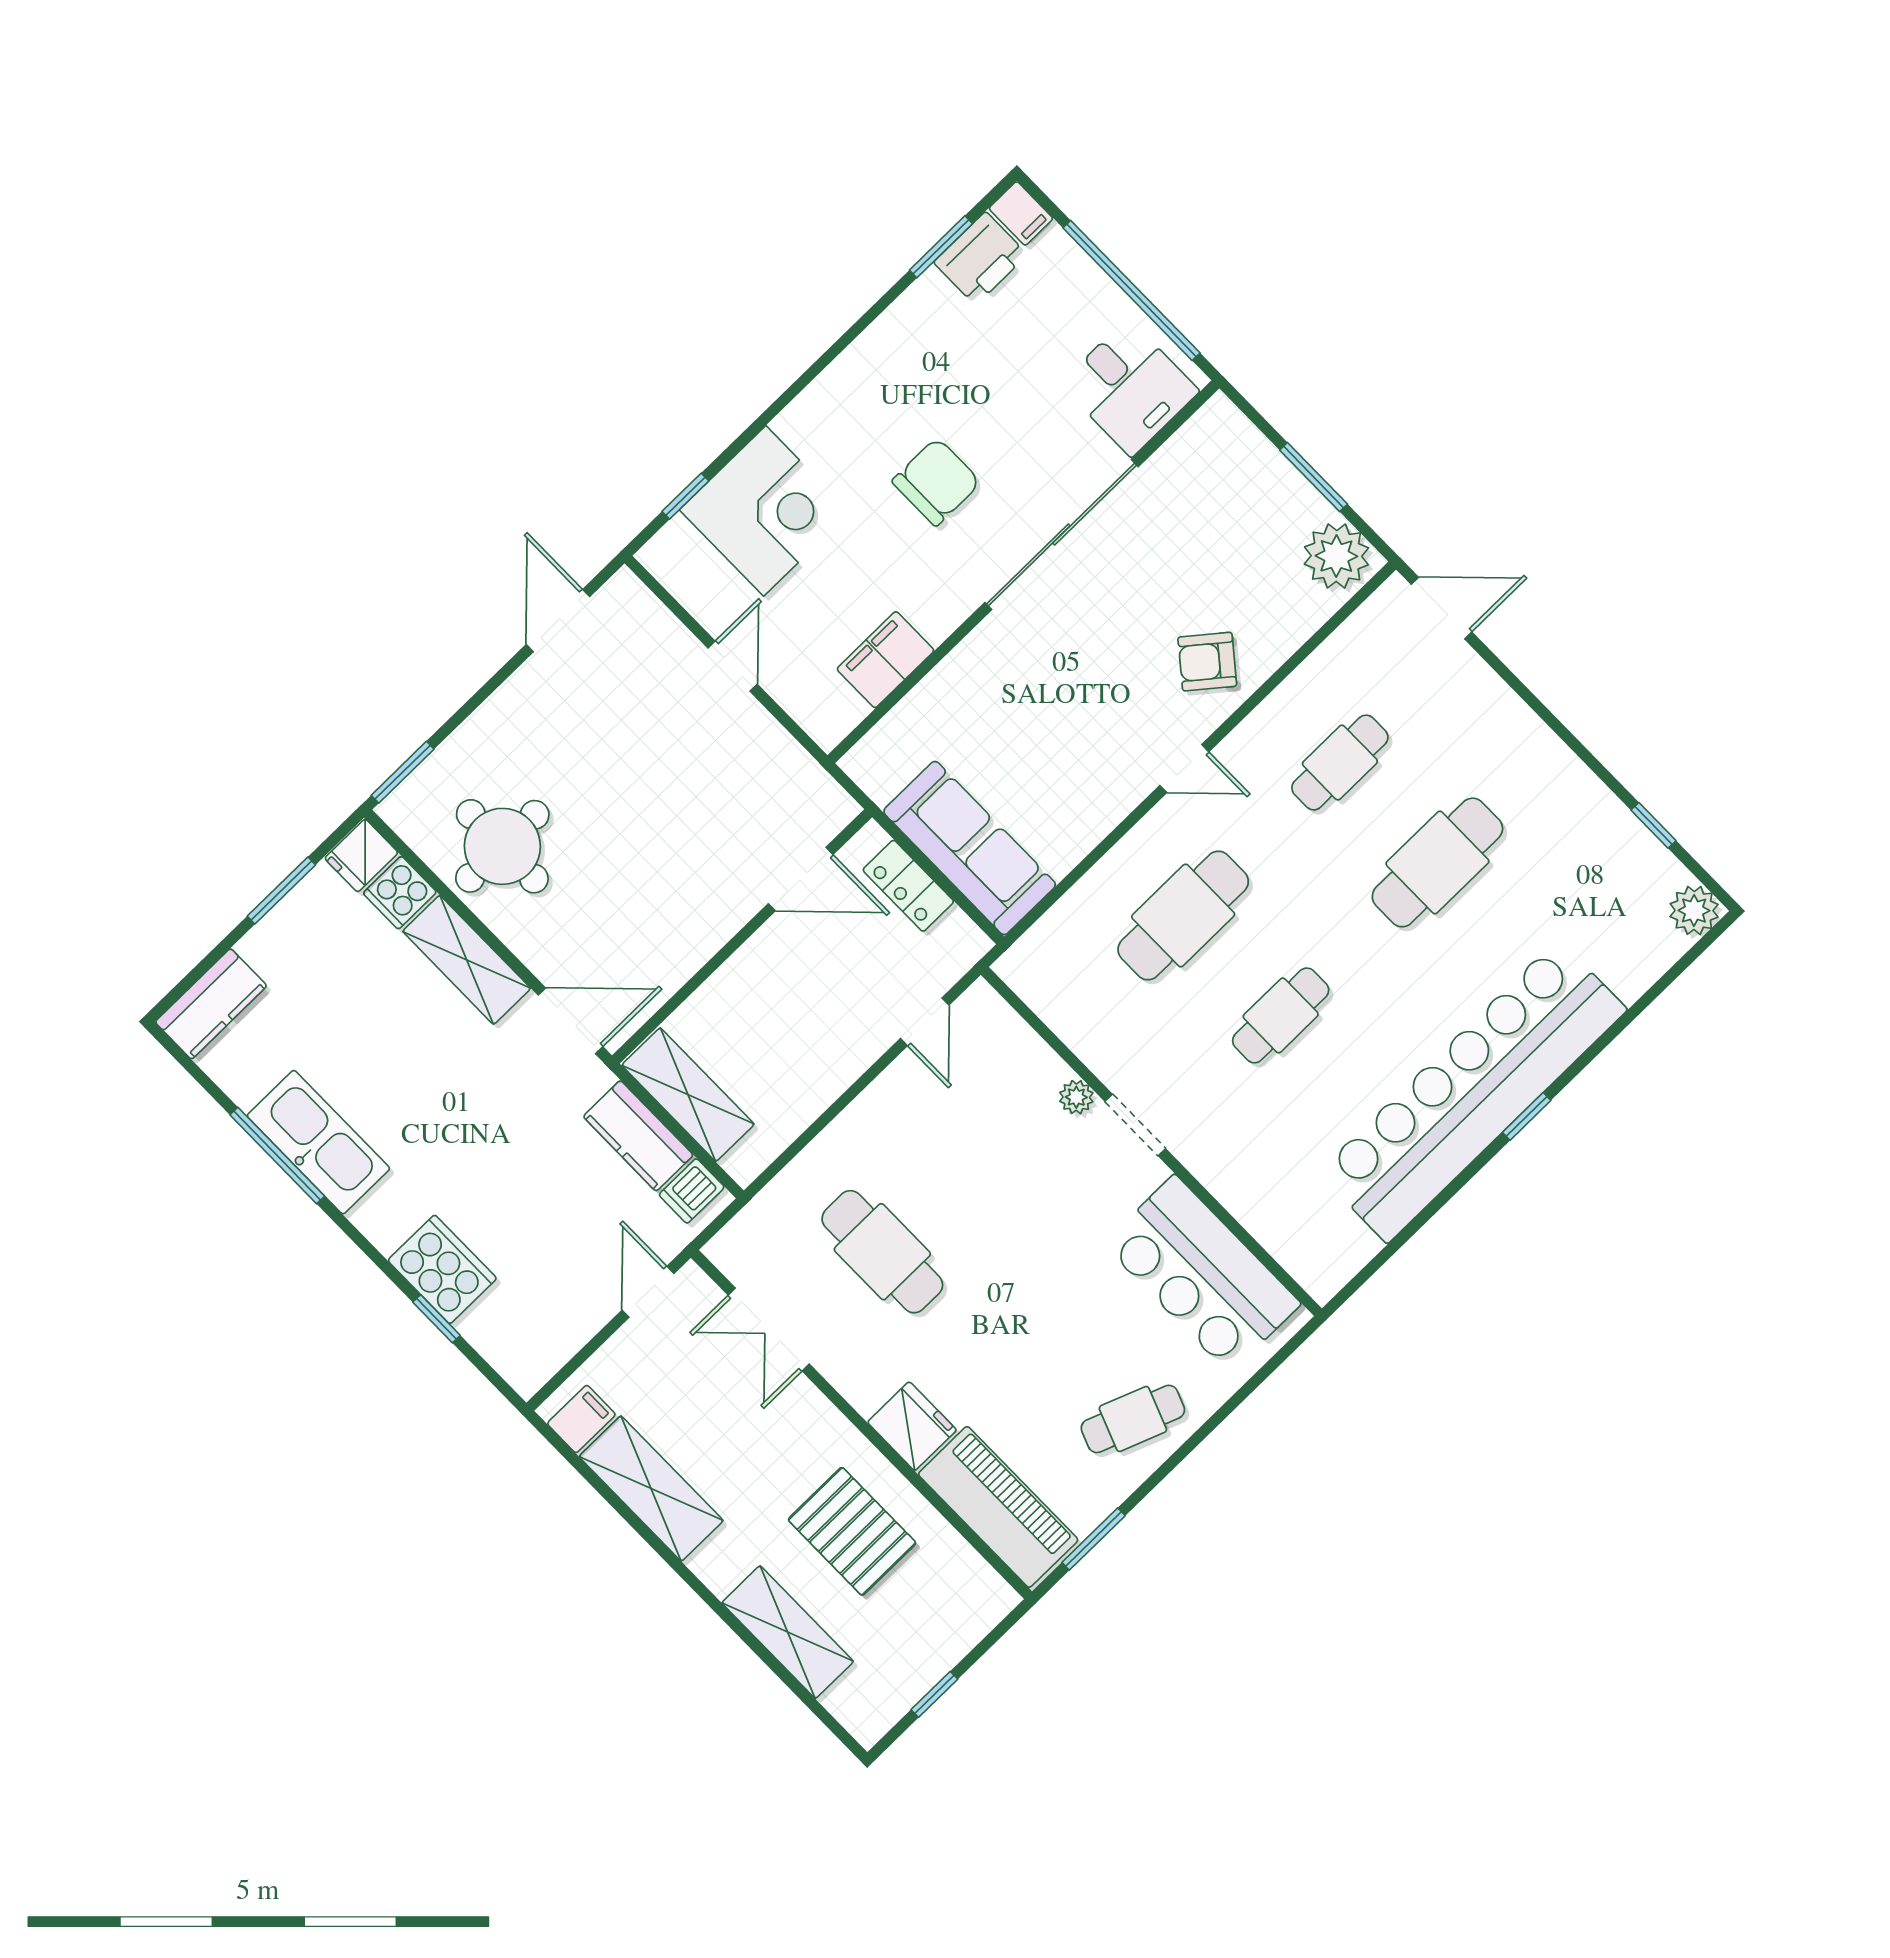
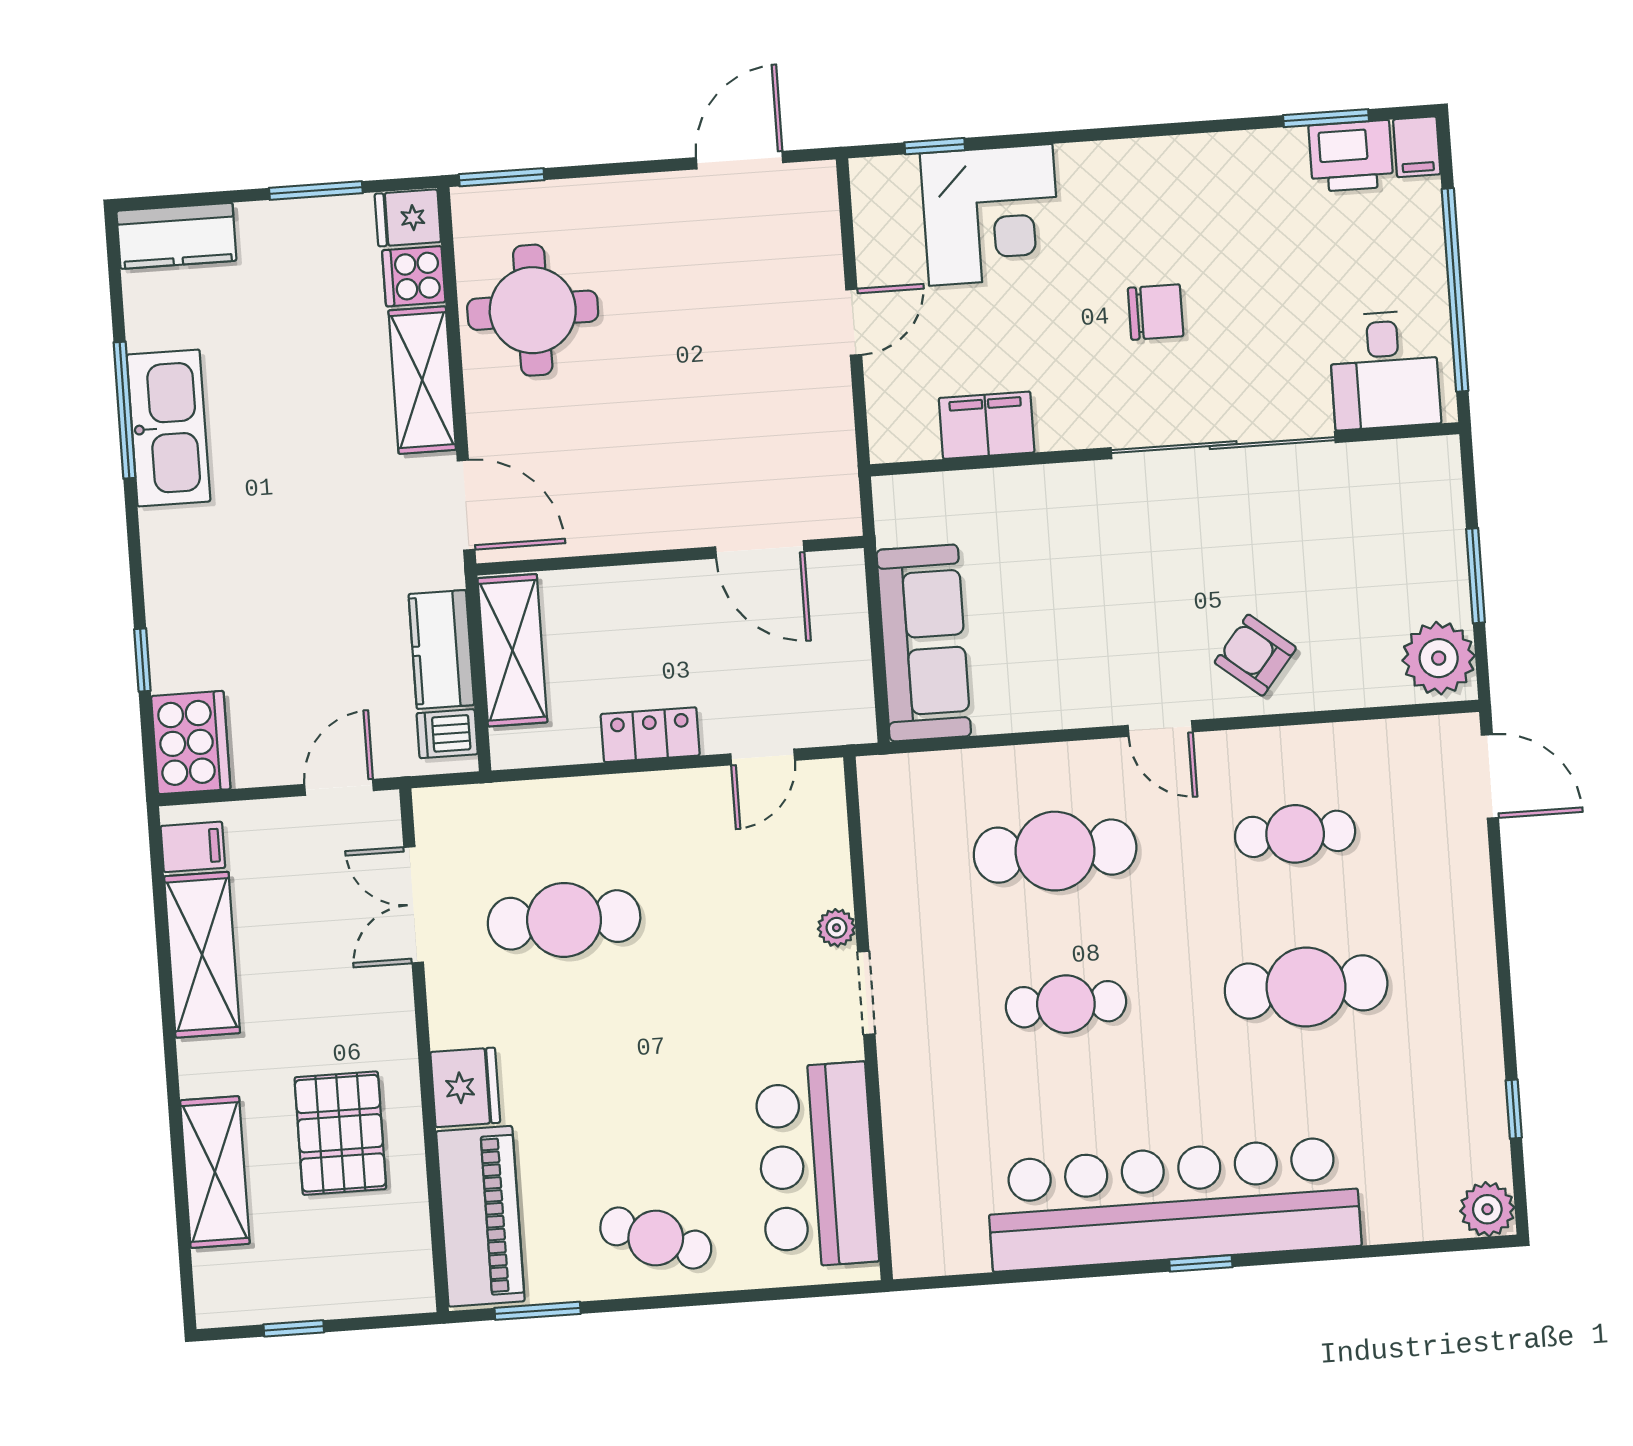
chair: (936, 482) -> (1156, 312), width x0.73, depth x0.73
locker: (908, 886) -> (650, 735), moved, turned 90
cafe table: (882, 1252) -> (564, 920), turned 90
cooker: (442, 1269) -> (191, 743), moved

